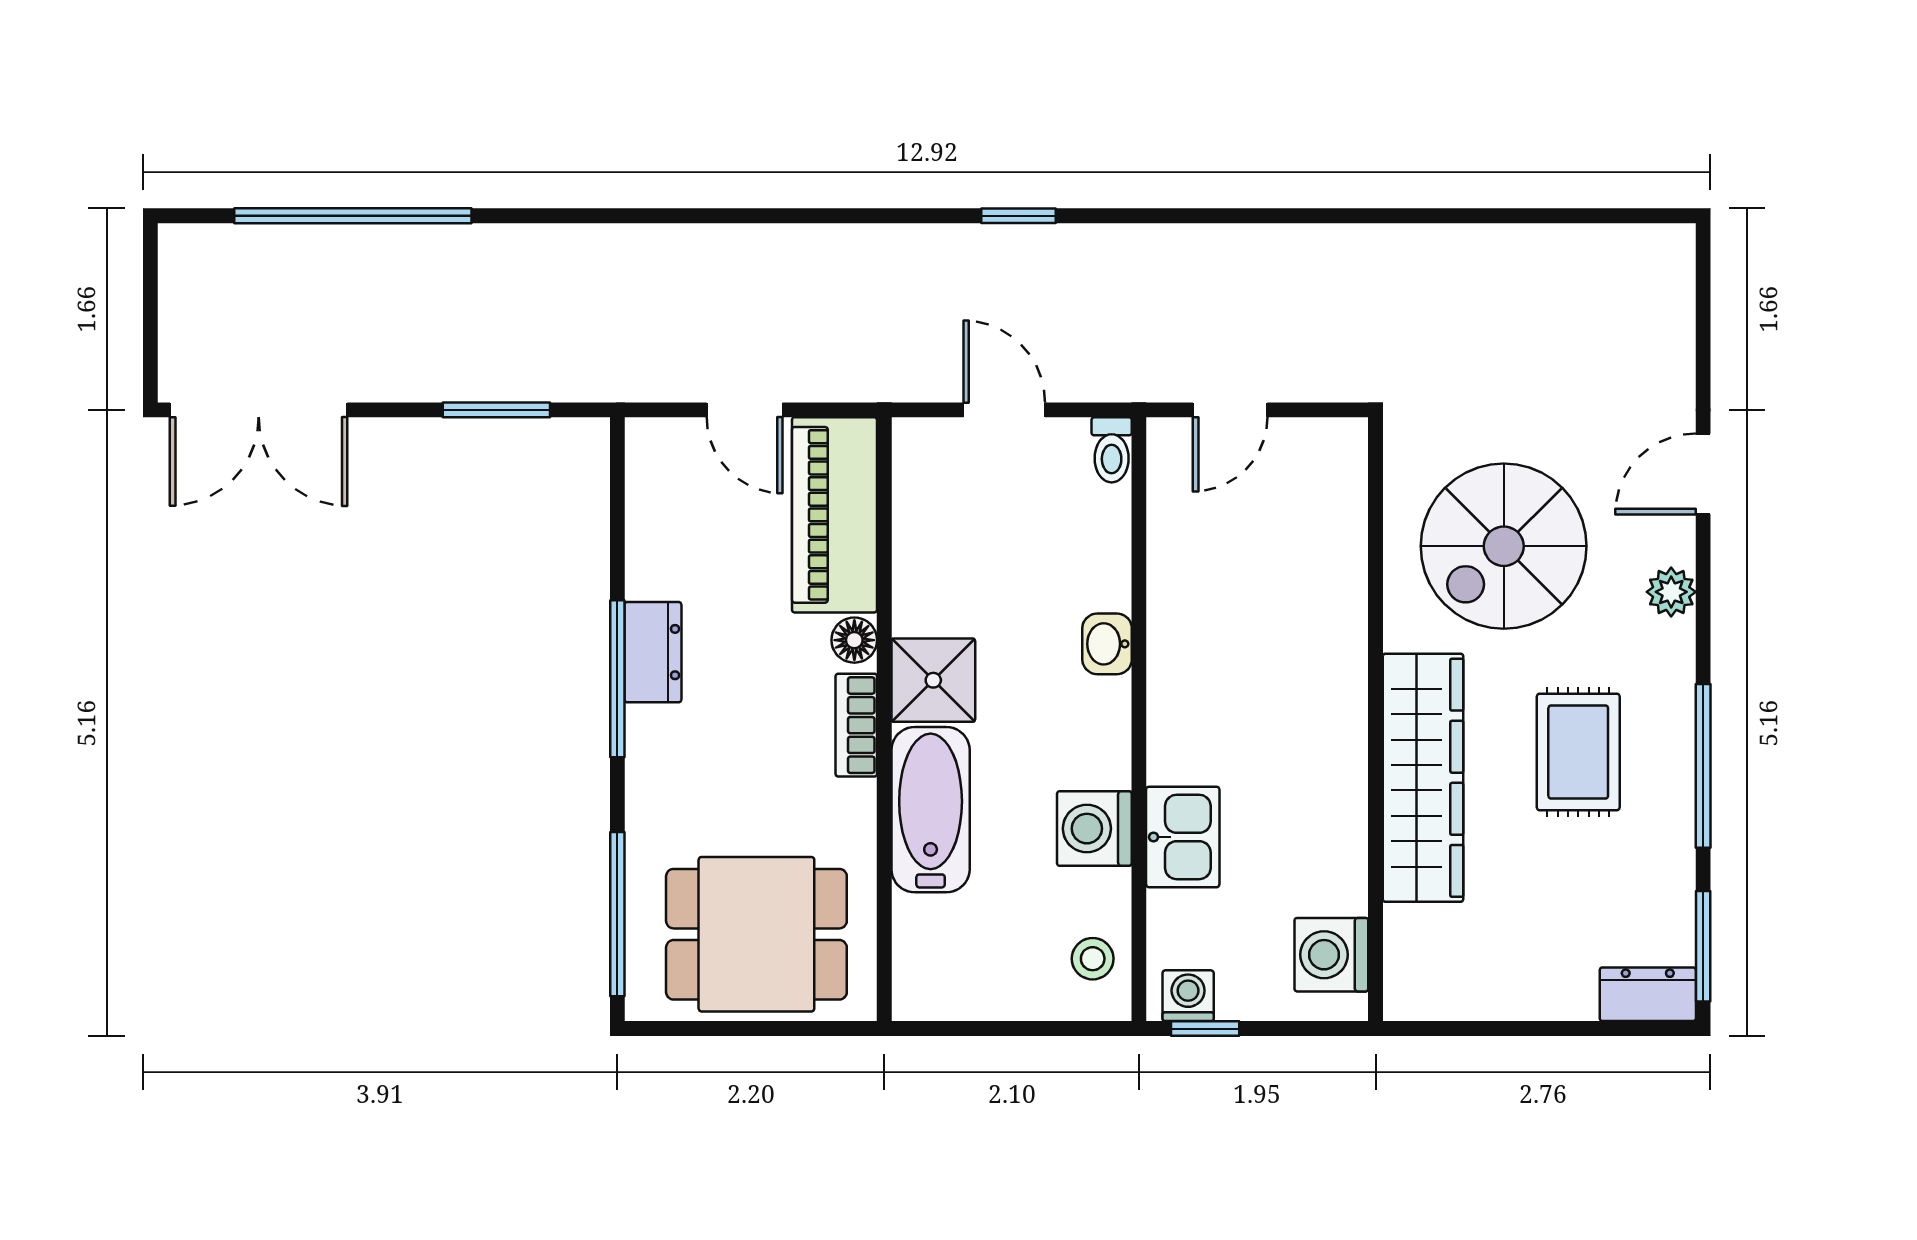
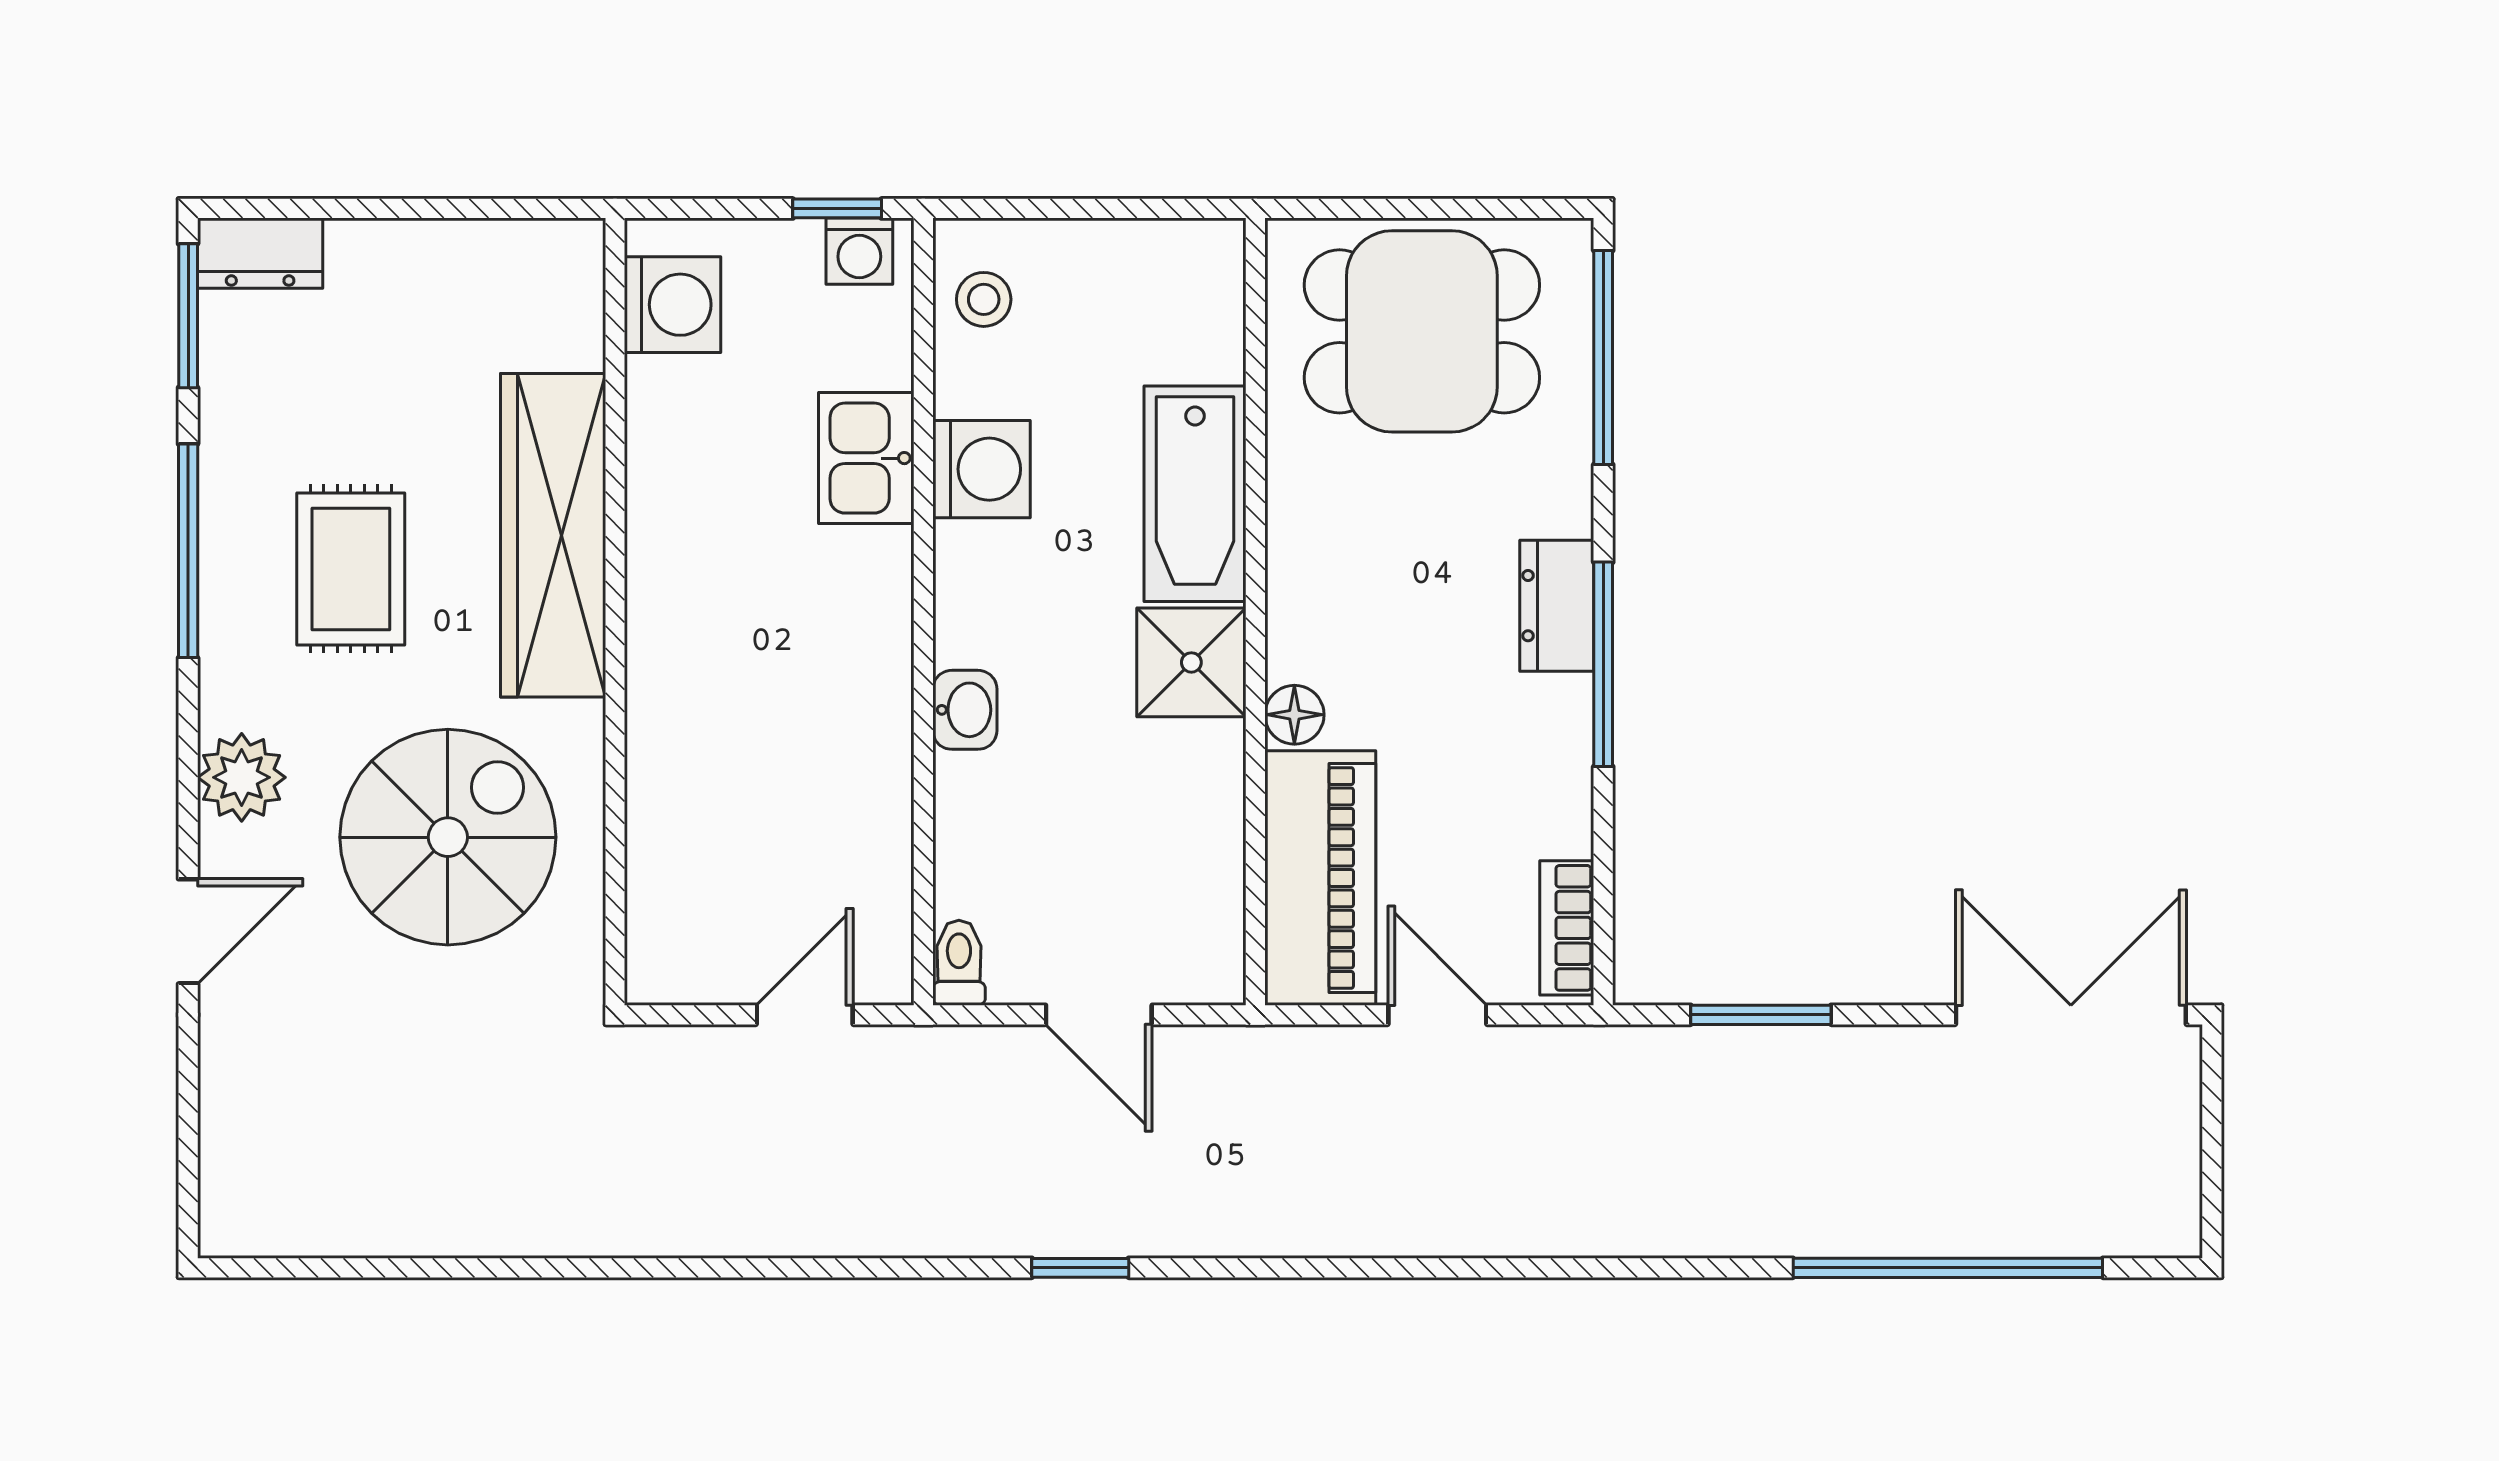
plant: (1671, 592) -> (242, 777), width x1.38, depth x1.38
dresser: (653, 652) -> (1557, 606), moved
bookcase: (856, 725) -> (1567, 928), moved, turned 180

